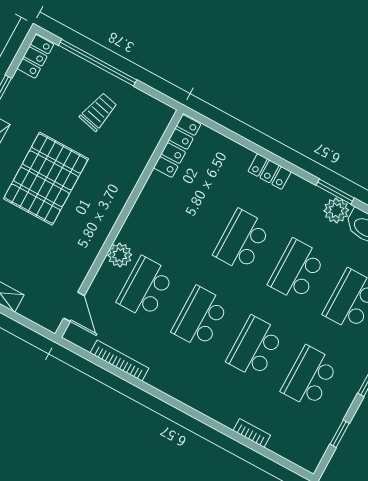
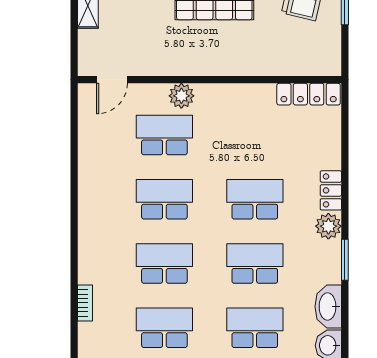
plant: (336, 210) -> (328, 226), moved
bookcase: (119, 361) -> (86, 147), removed

